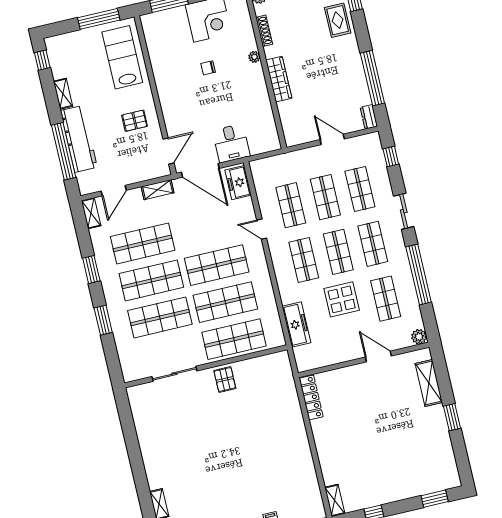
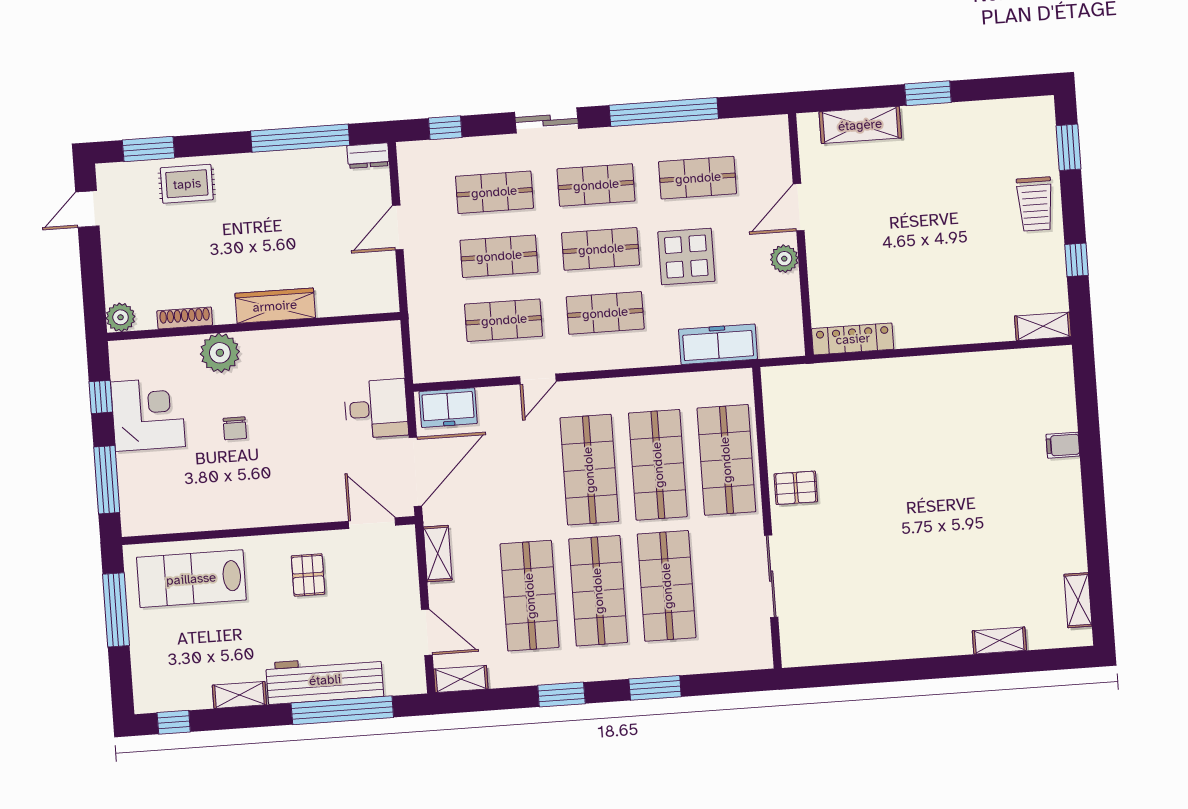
plant: (254, 57) -> (220, 353), width x1.88, depth x1.88
plant: (419, 337) -> (784, 259), moved
trolley: (401, 485) -> (1035, 204), added

